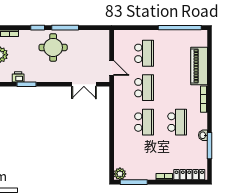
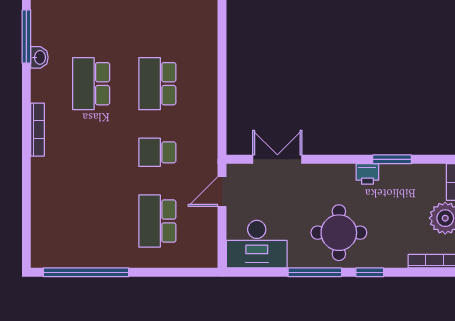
desk: (94, 42) -> (257, 244), added
piano: (199, 66) -> (47, 196), removed
door: (112, 68) -> (222, 192), hinge flipped
printer: (18, 77) -> (367, 174), moved
school desk: (144, 88) -> (157, 152), width x0.54

